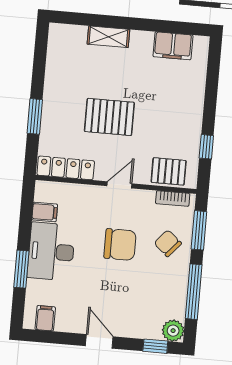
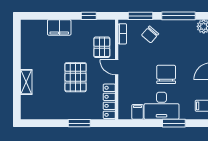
filing cabinet: (173, 46) -> (59, 27), moved, turned 90
pallet: (169, 171) -> (102, 47), moved
chair: (120, 245) -> (166, 74), moved

